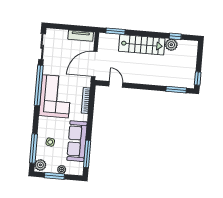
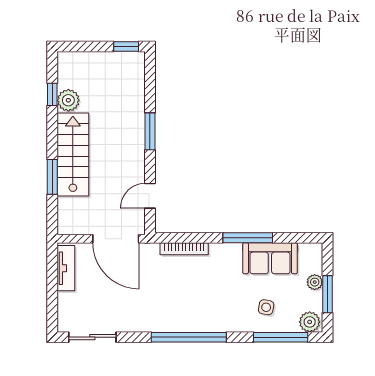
window: (115, 31) -> (52, 177), moved
window: (39, 85) -> (189, 337), moved
window: (176, 90) -> (150, 131), moved
corner sofa: (55, 96) -> (181, 305), removed
sofa: (77, 141) -> (270, 258), width x0.73
window: (87, 154) -> (248, 238), moved

